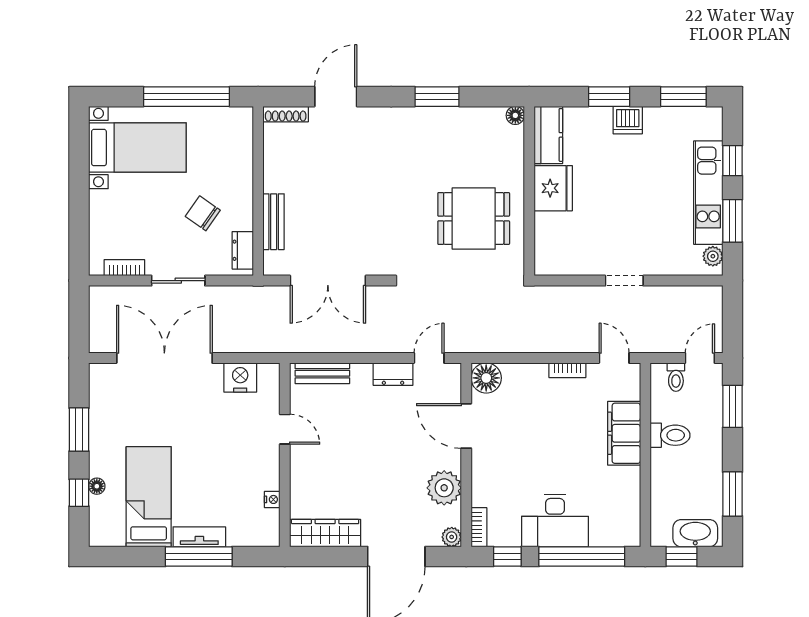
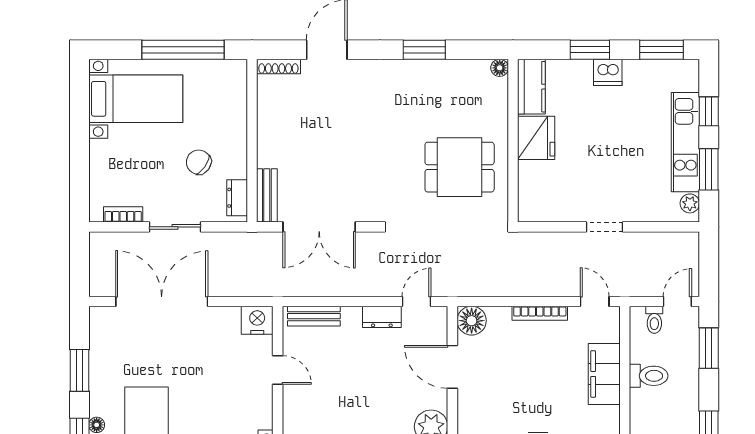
bench: (274, 222) -> (267, 195), moved
bookcase: (567, 370) -> (540, 313), width x1.56
nightstand: (240, 378) -> (257, 320), moved

